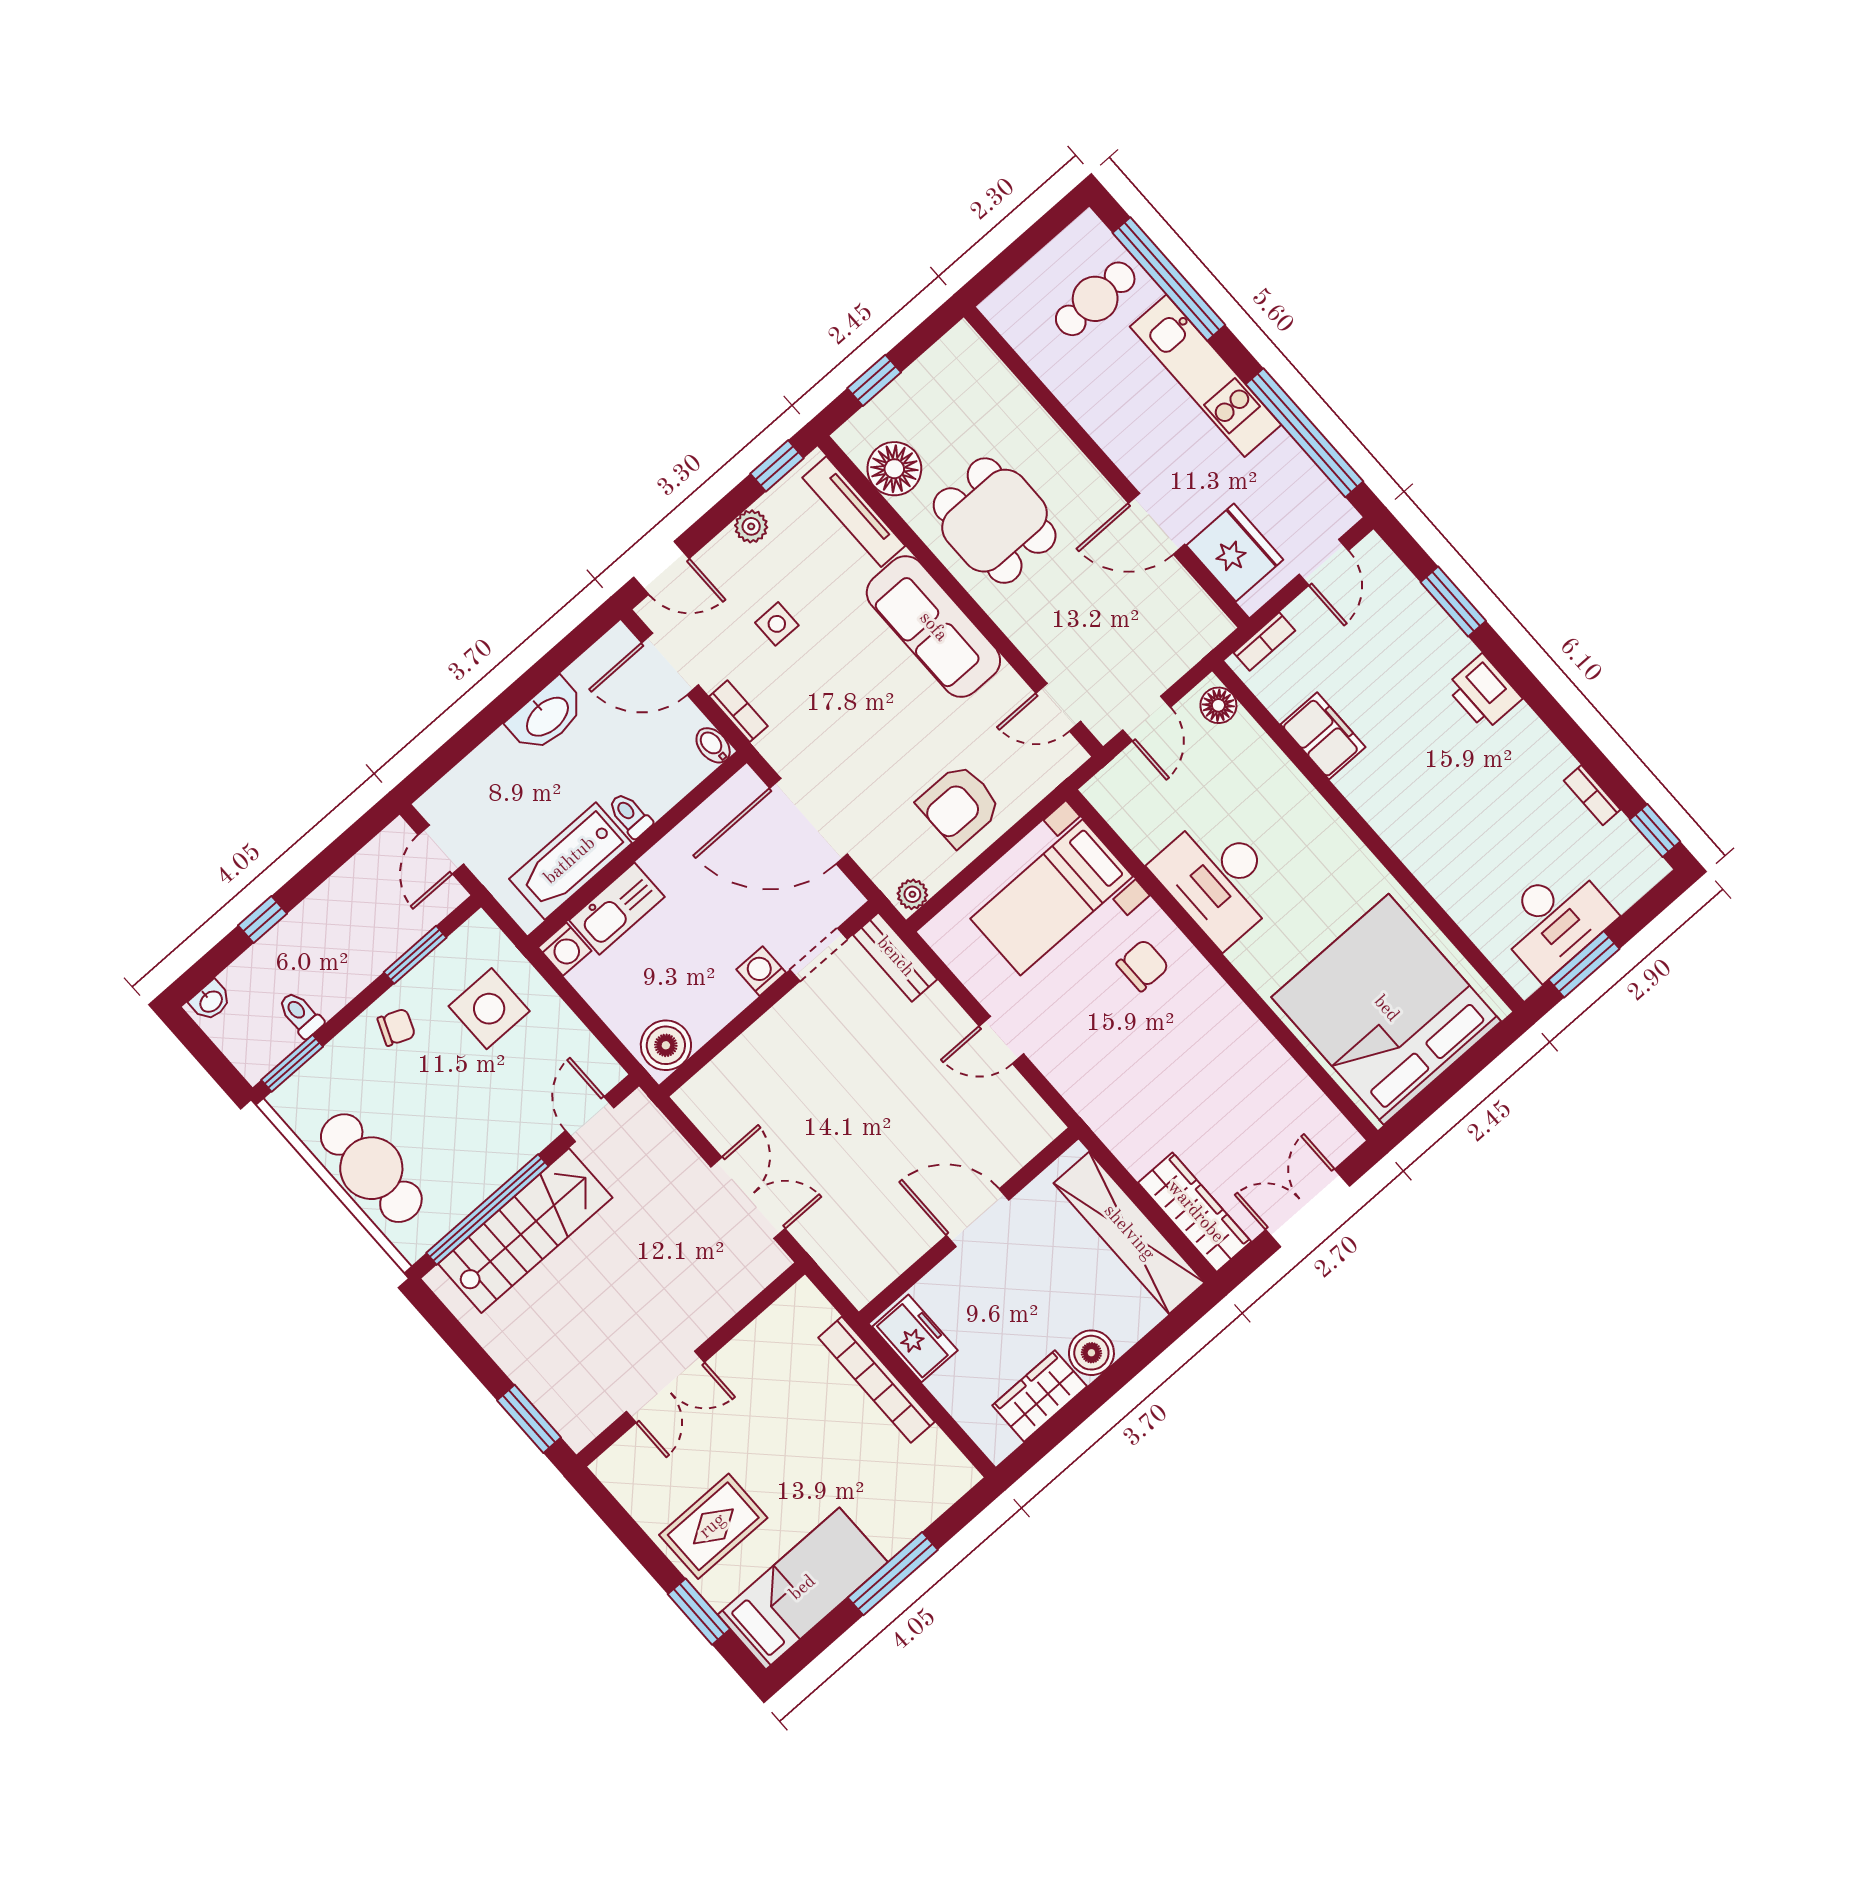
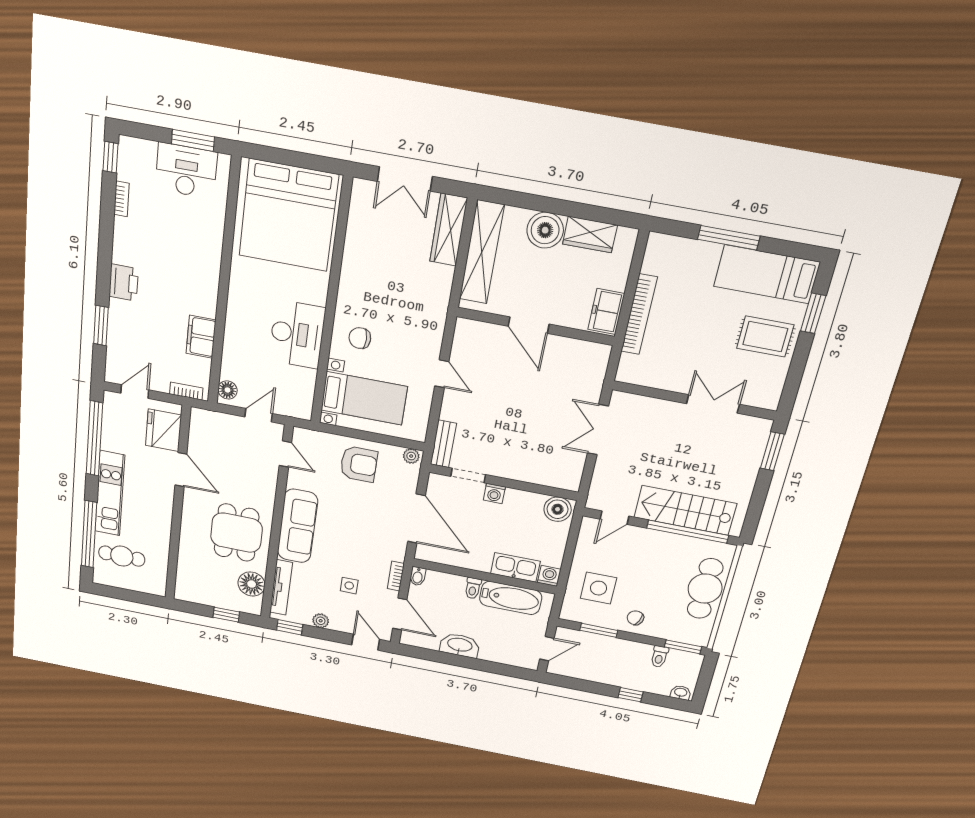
boiler: (1091, 1353) -> (545, 230), width x1.37, depth x1.37

